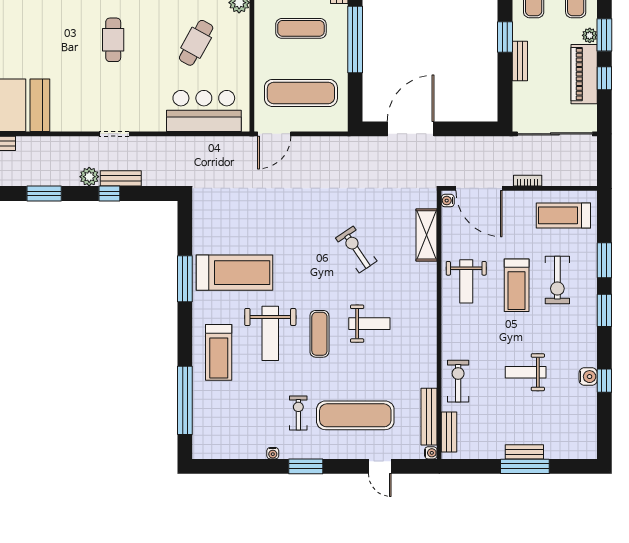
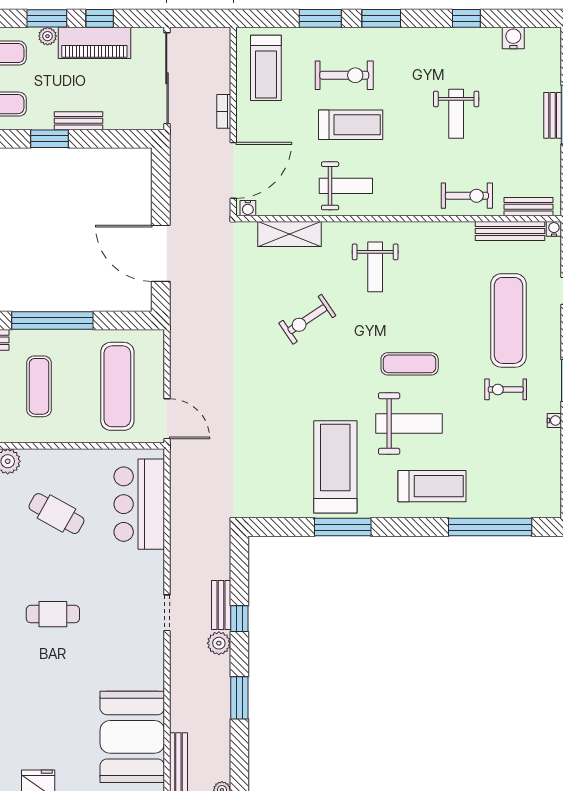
weight bench: (369, 324) -> (375, 267), moved, turned 180
water cooler: (588, 377) -> (513, 38), moved
exercise bike: (458, 381) -> (467, 196), turned 180

